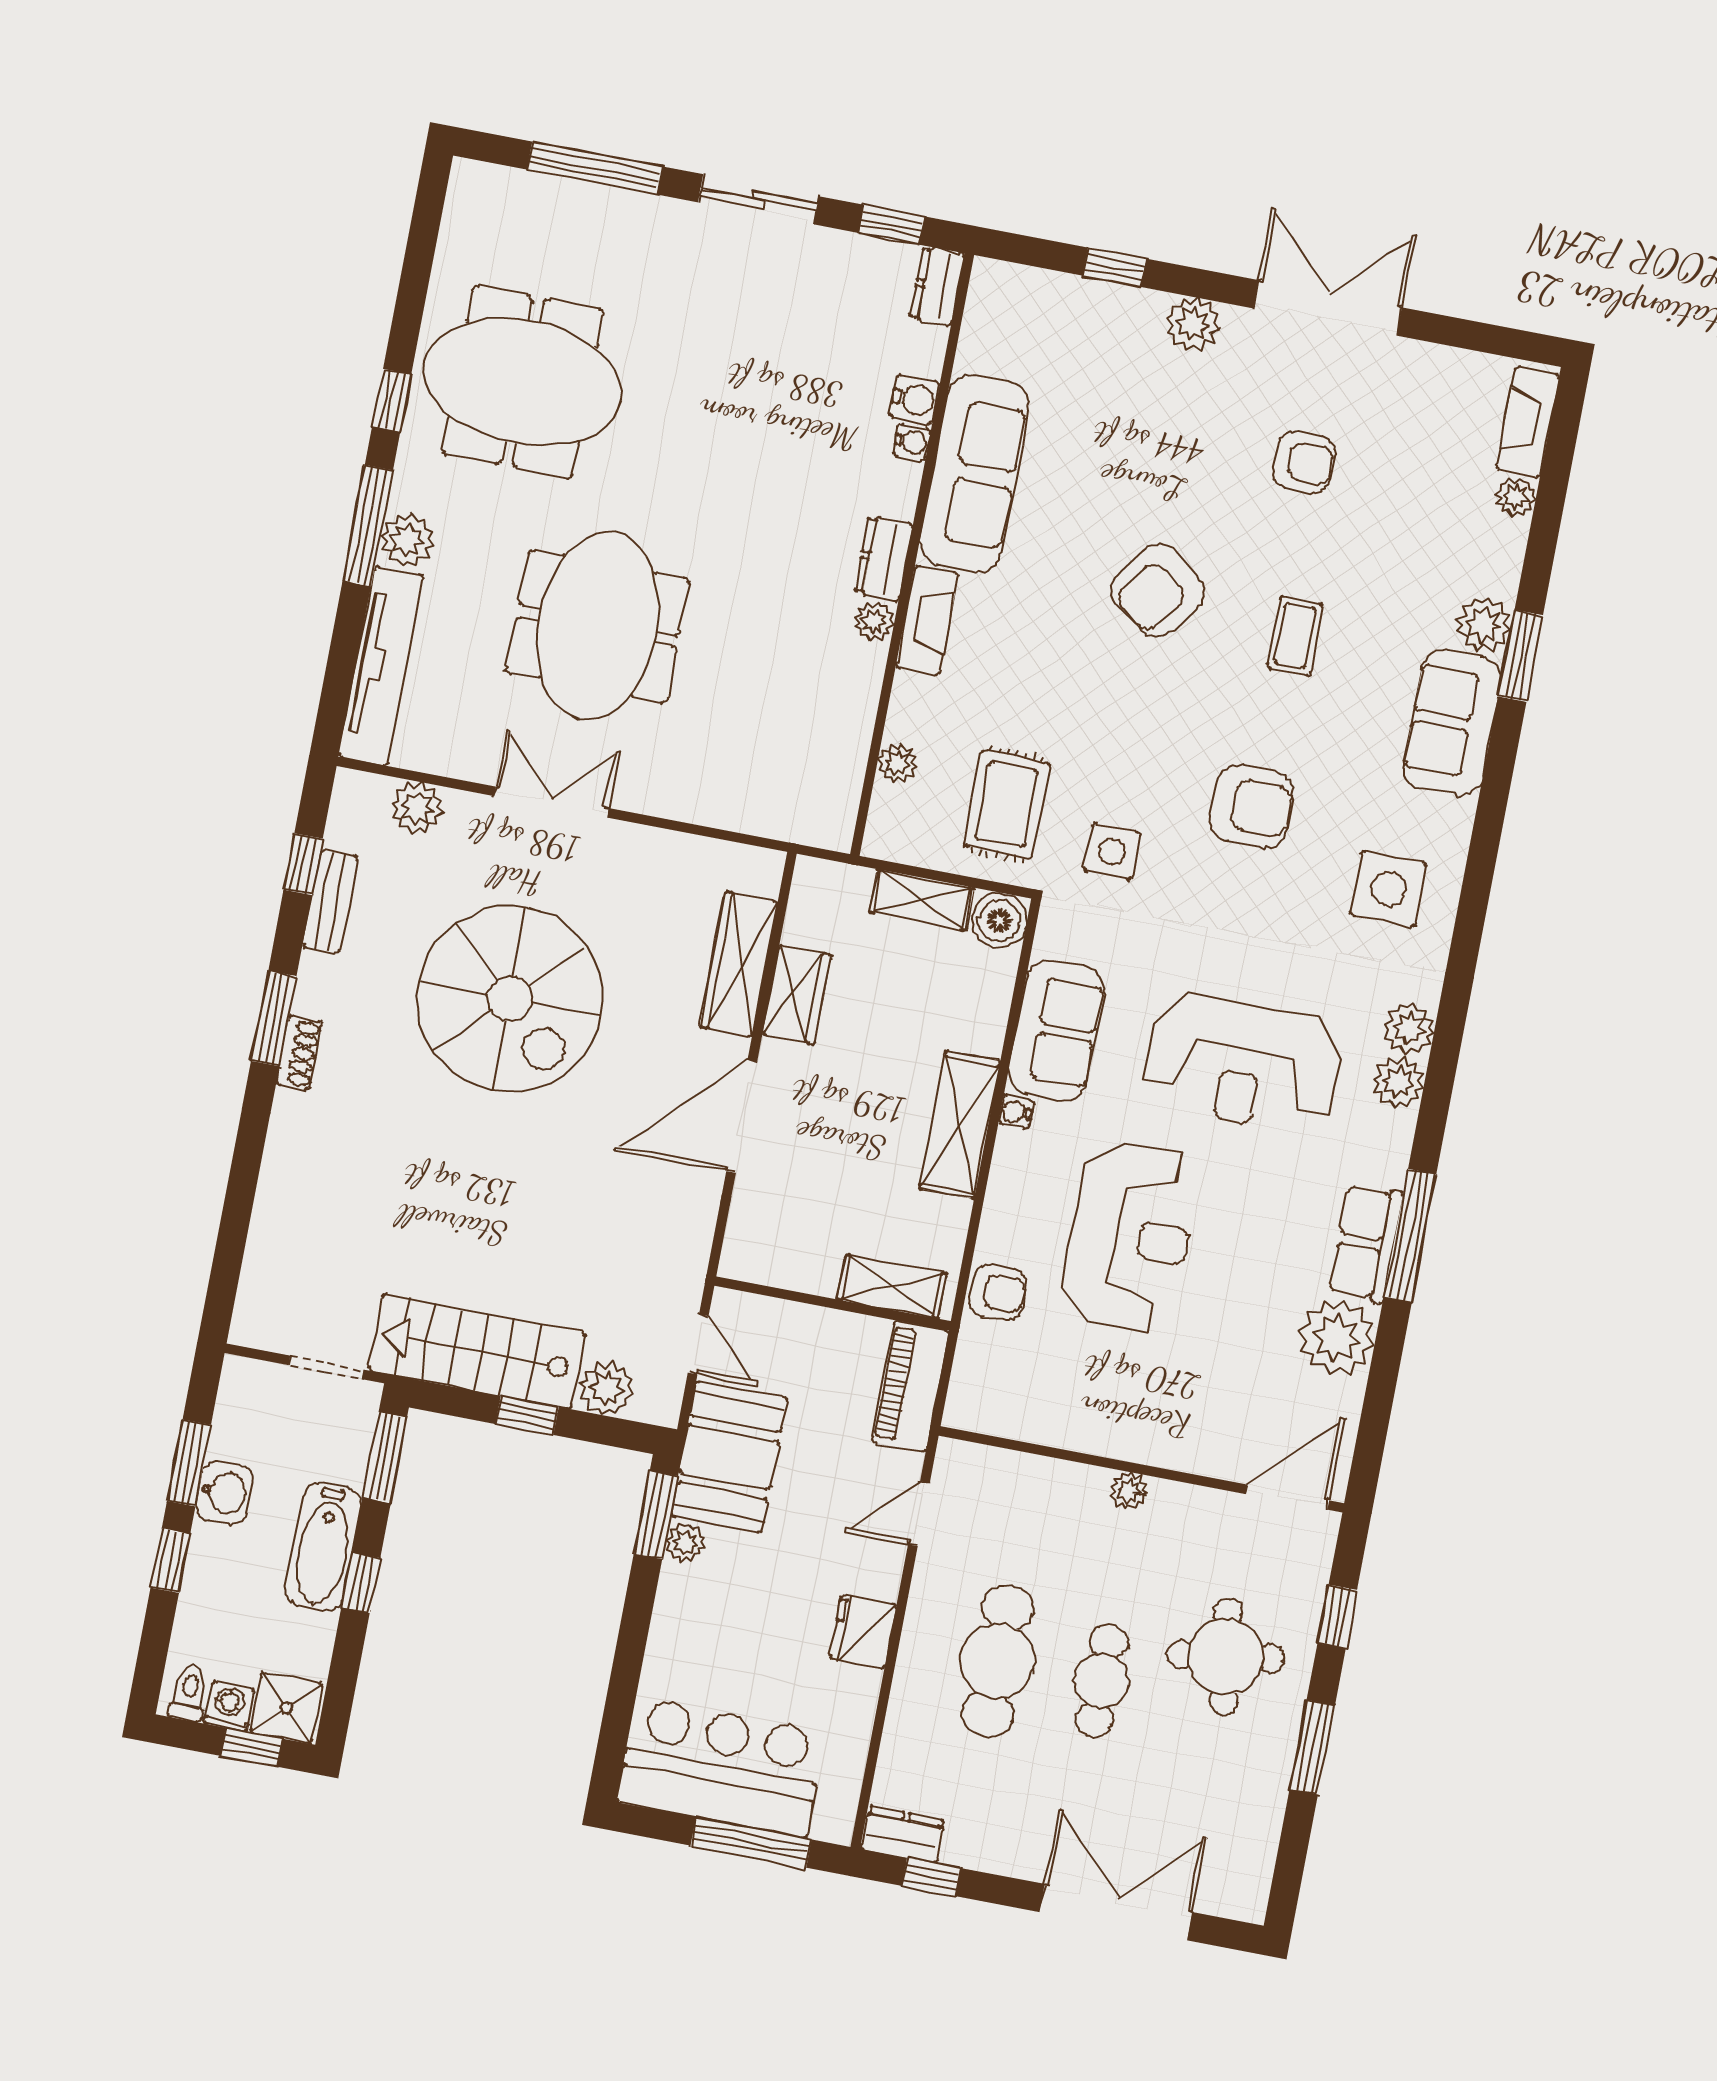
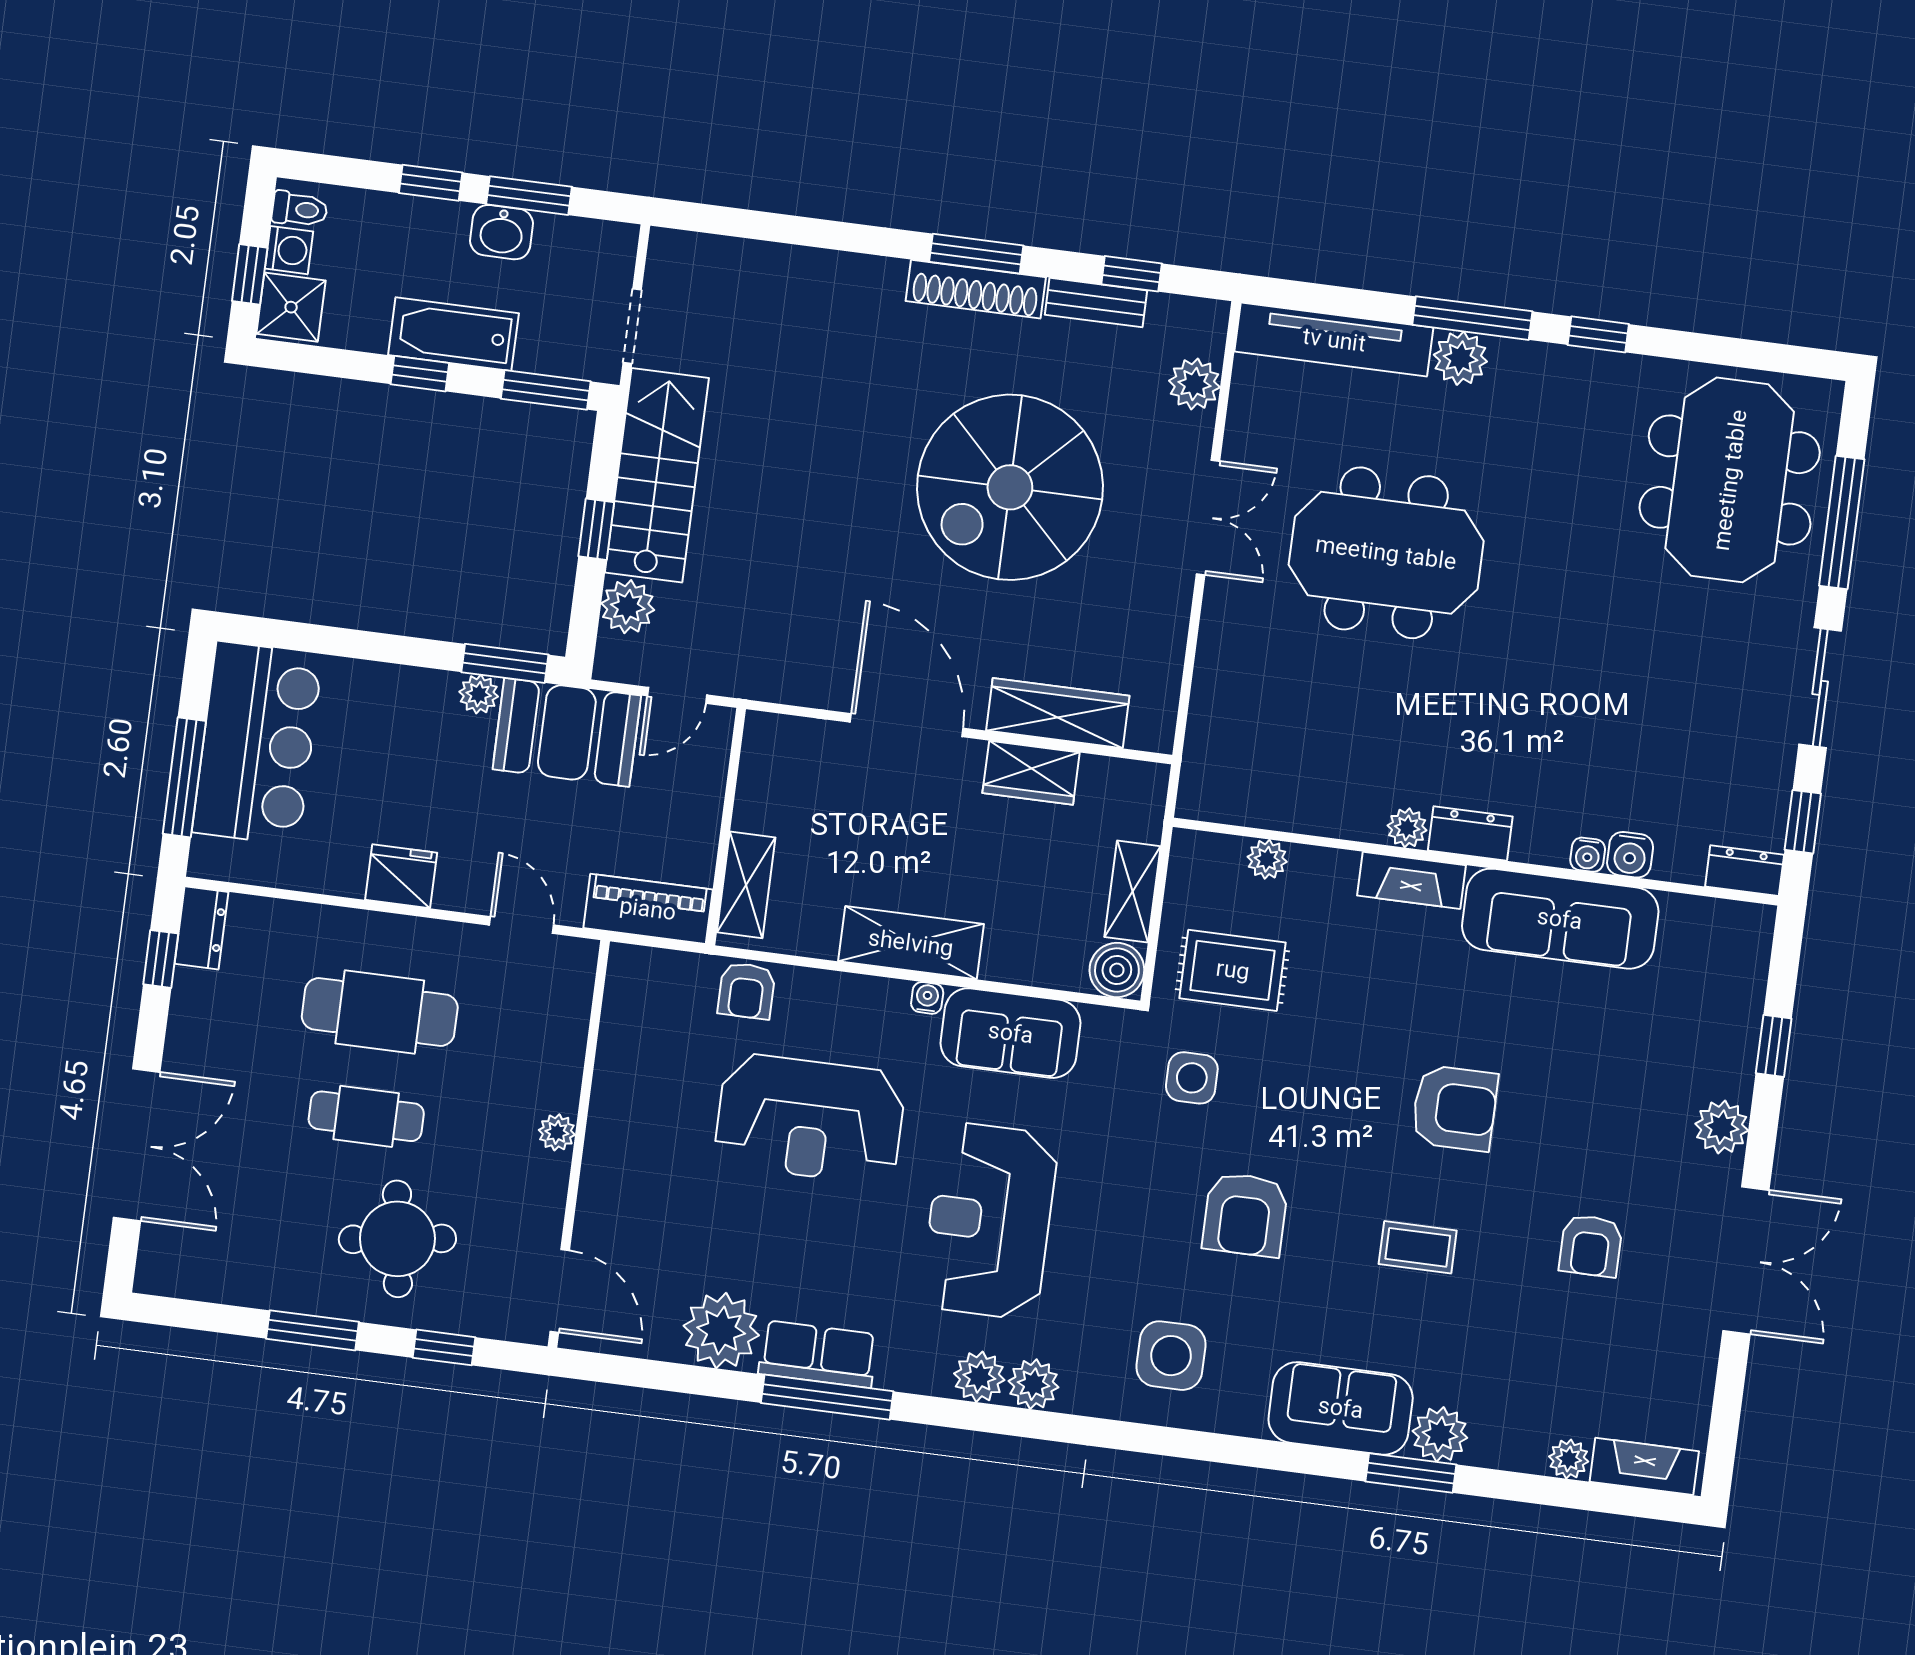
meeting table: (523, 382) -> (1730, 480), moved
armchair: (1158, 590) -> (1455, 1108), turned 143
shoe rack: (299, 1053) -> (976, 289), width x1.94, depth x1.24

